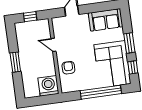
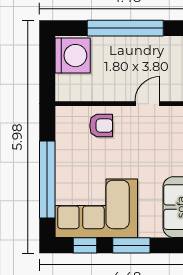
window: (15, 62) -> (125, 28), width x2.11
washing machine: (48, 86) -> (73, 56), moved

